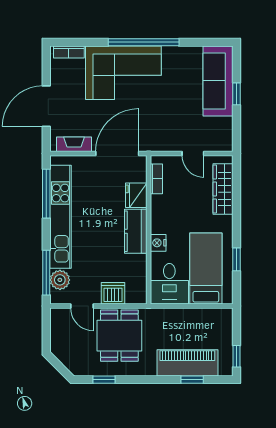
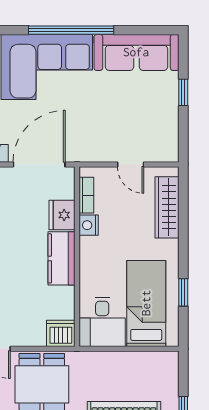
sofa: (218, 81) -> (136, 52), moved, turned -90
nightstand: (158, 243) -> (89, 225), moved
dishwasher: (113, 293) -> (61, 333), moved

